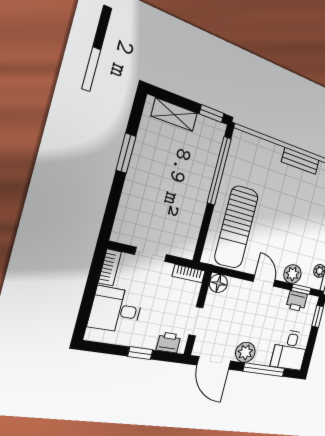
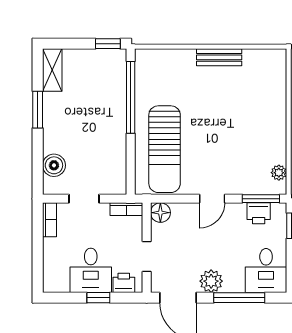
shelving: (174, 115) -> (52, 70), moved, turned 90
boiler: (129, 214) -> (54, 165), added
plant: (292, 274) -> (245, 184), removed
door: (264, 281) -> (212, 199), swing flipped
window: (301, 289) -> (261, 199), width x1.50
desk: (116, 310) -> (91, 270), moved, turned -90

